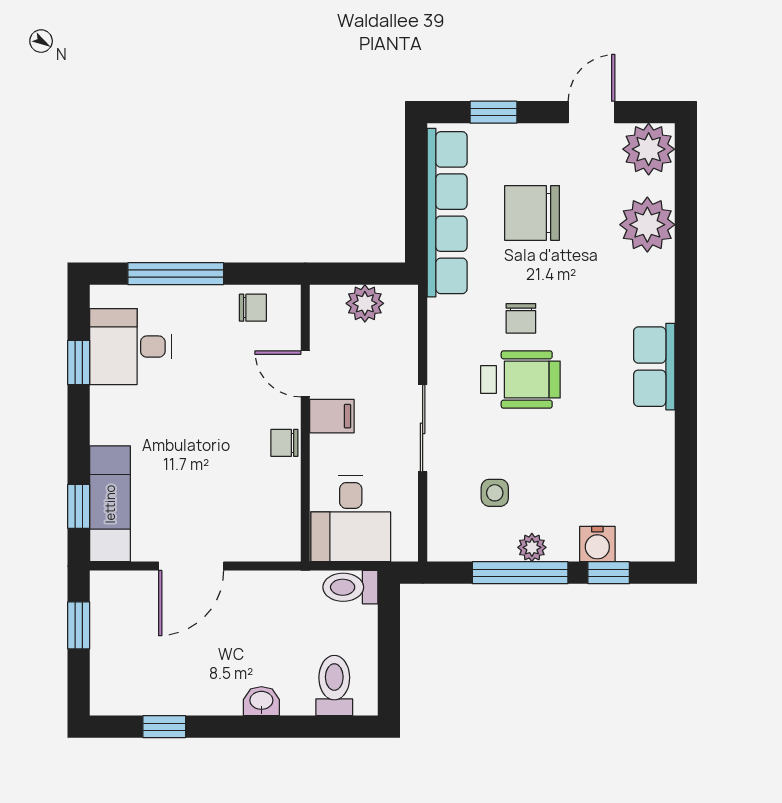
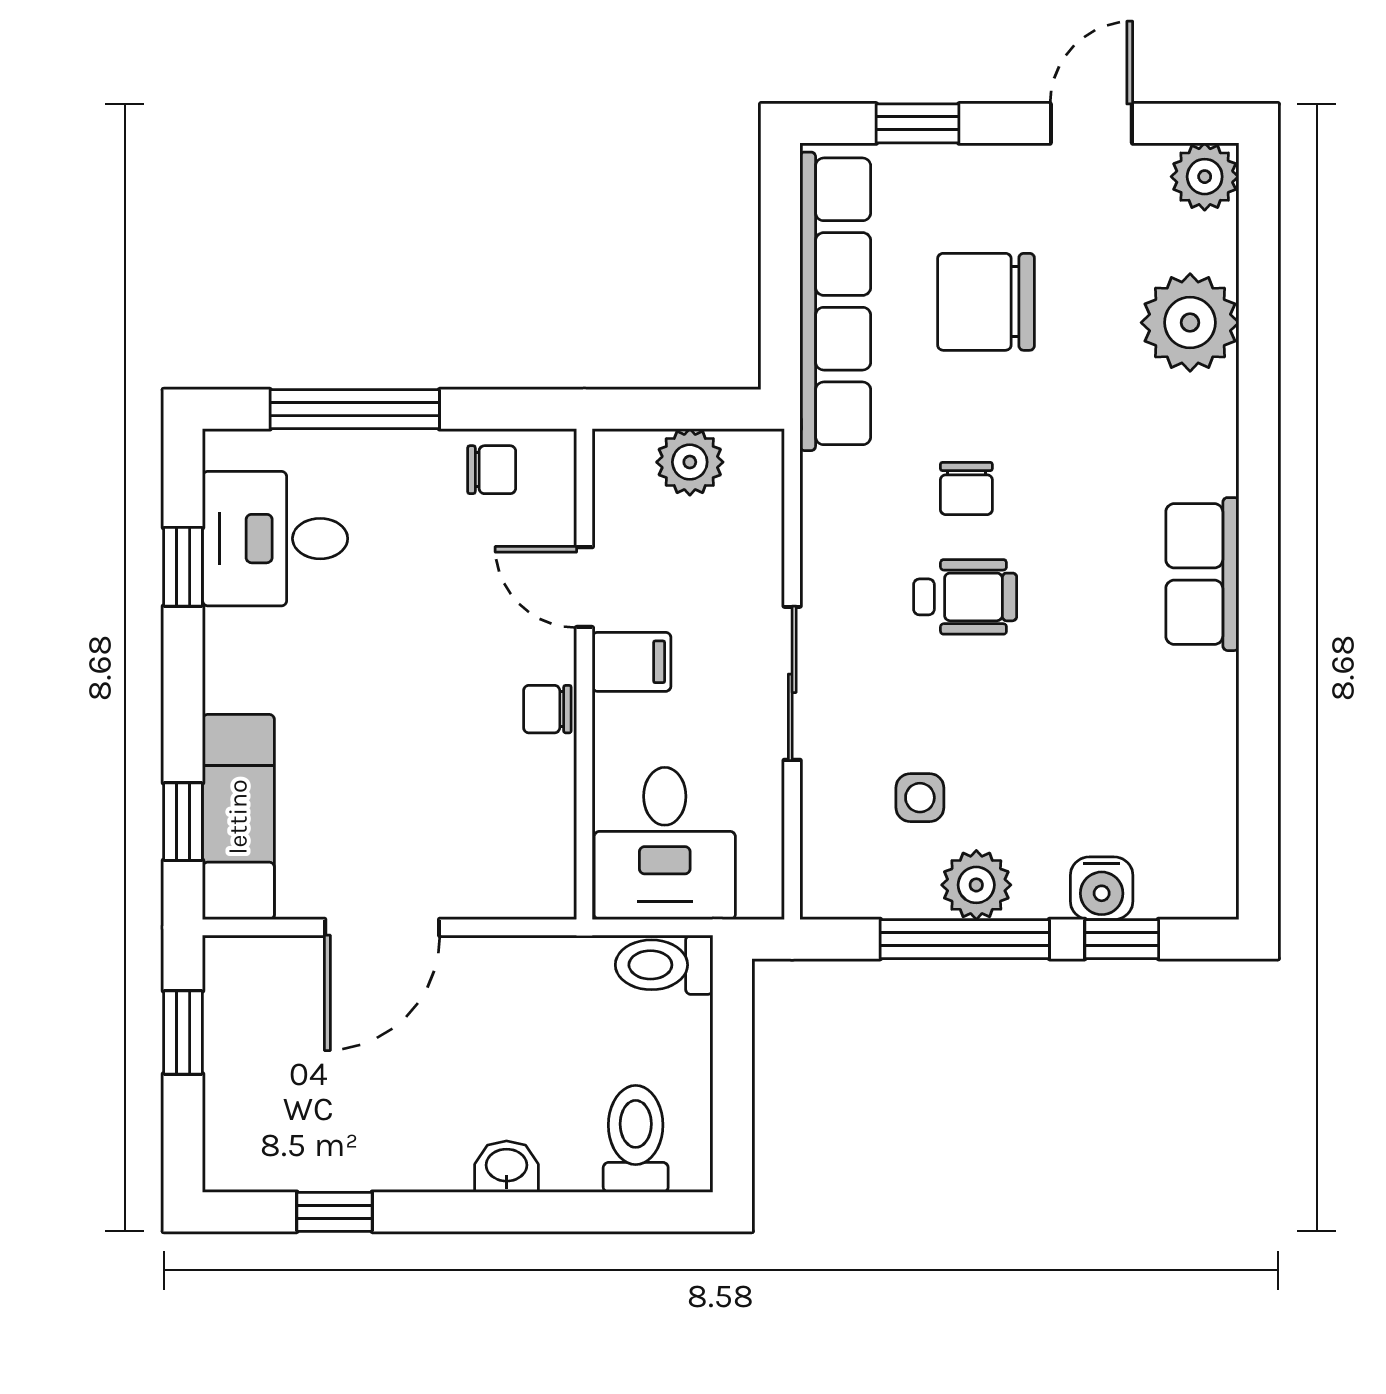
plant: (649, 149) -> (1205, 177), width x0.73, depth x0.73
wheelchair: (520, 380) -> (965, 597), width x0.73, depth x0.73
plant: (532, 547) -> (976, 885), width x1.38, depth x1.38

